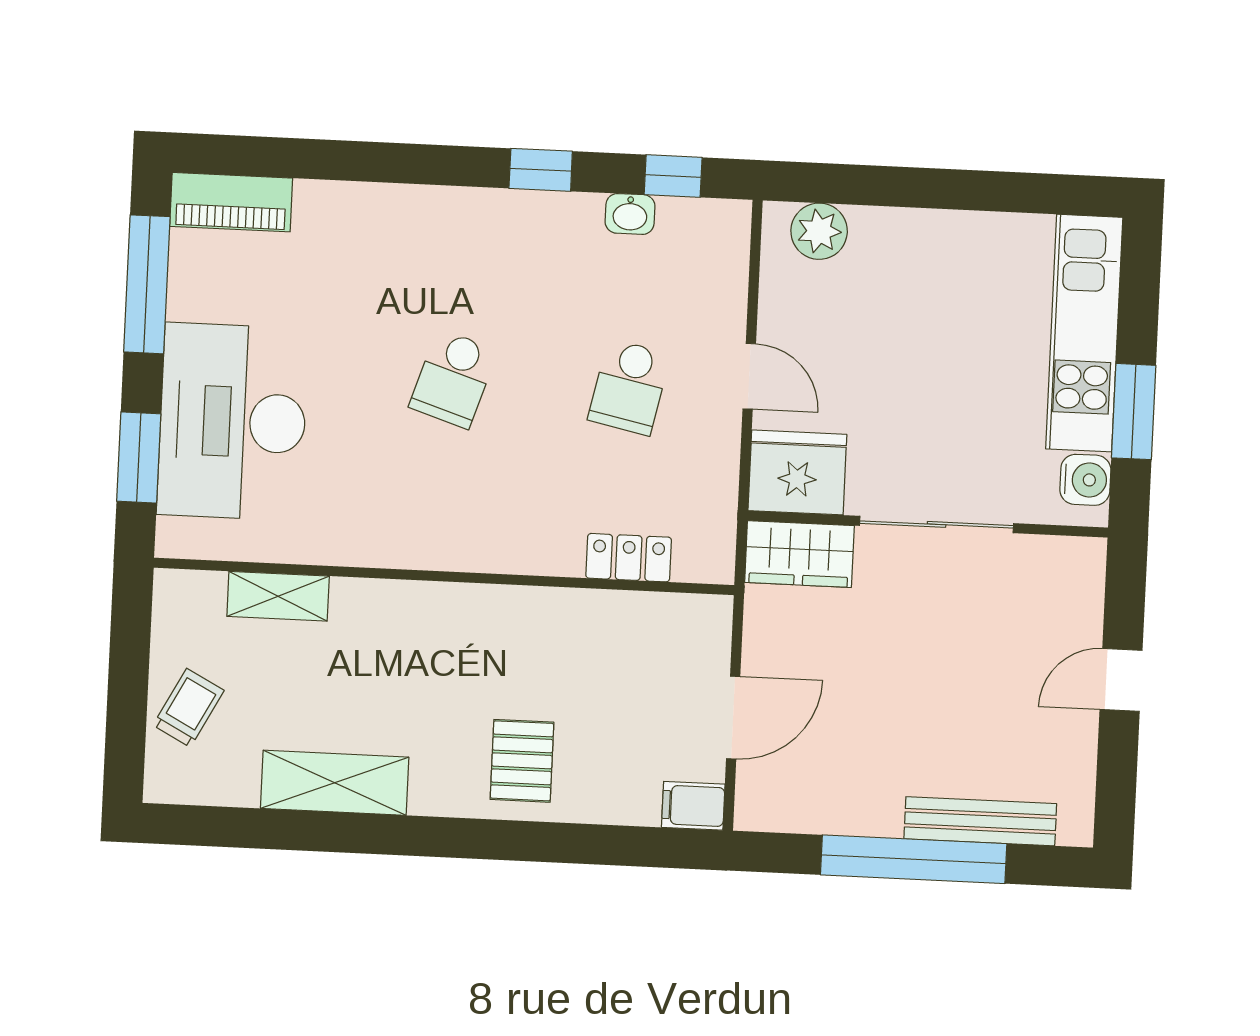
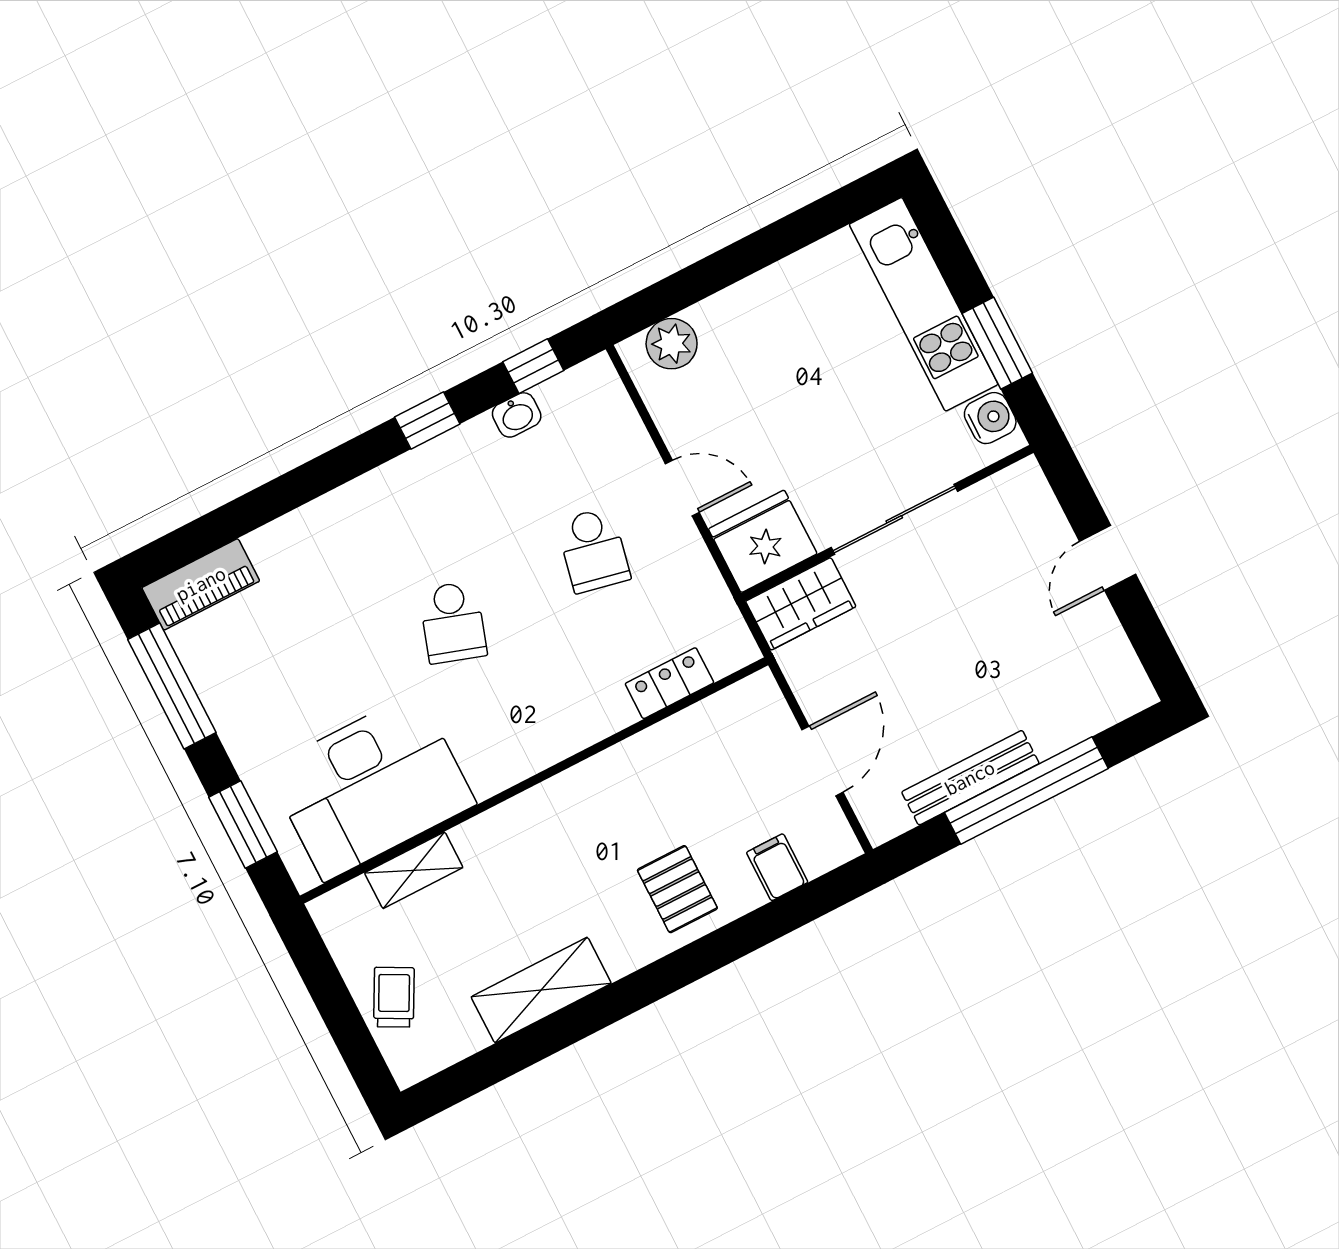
desk: (233, 422) -> (371, 786), moved, turned -90
filing cabinet: (693, 806) -> (777, 867), moved, turned 90
bench: (980, 821) -> (970, 778), moved

